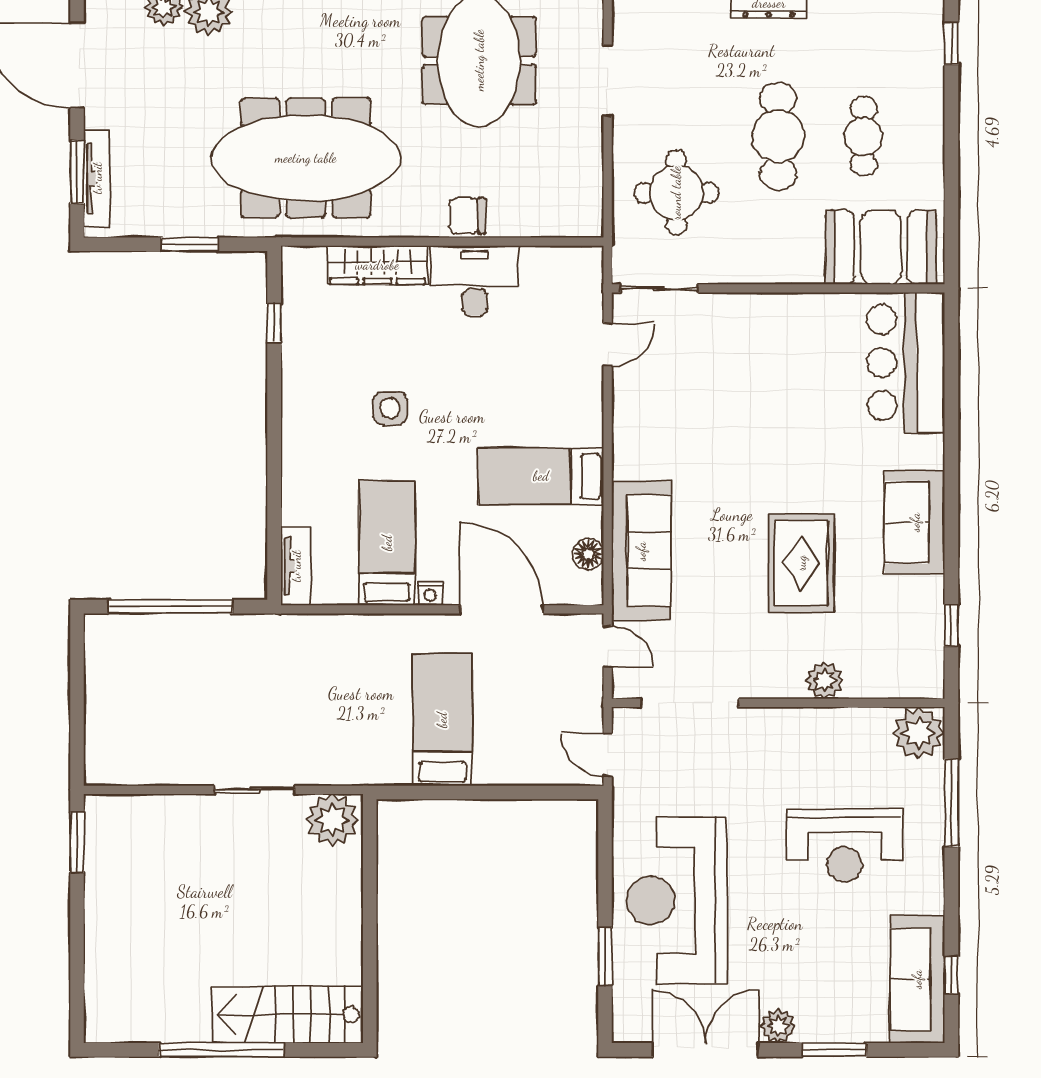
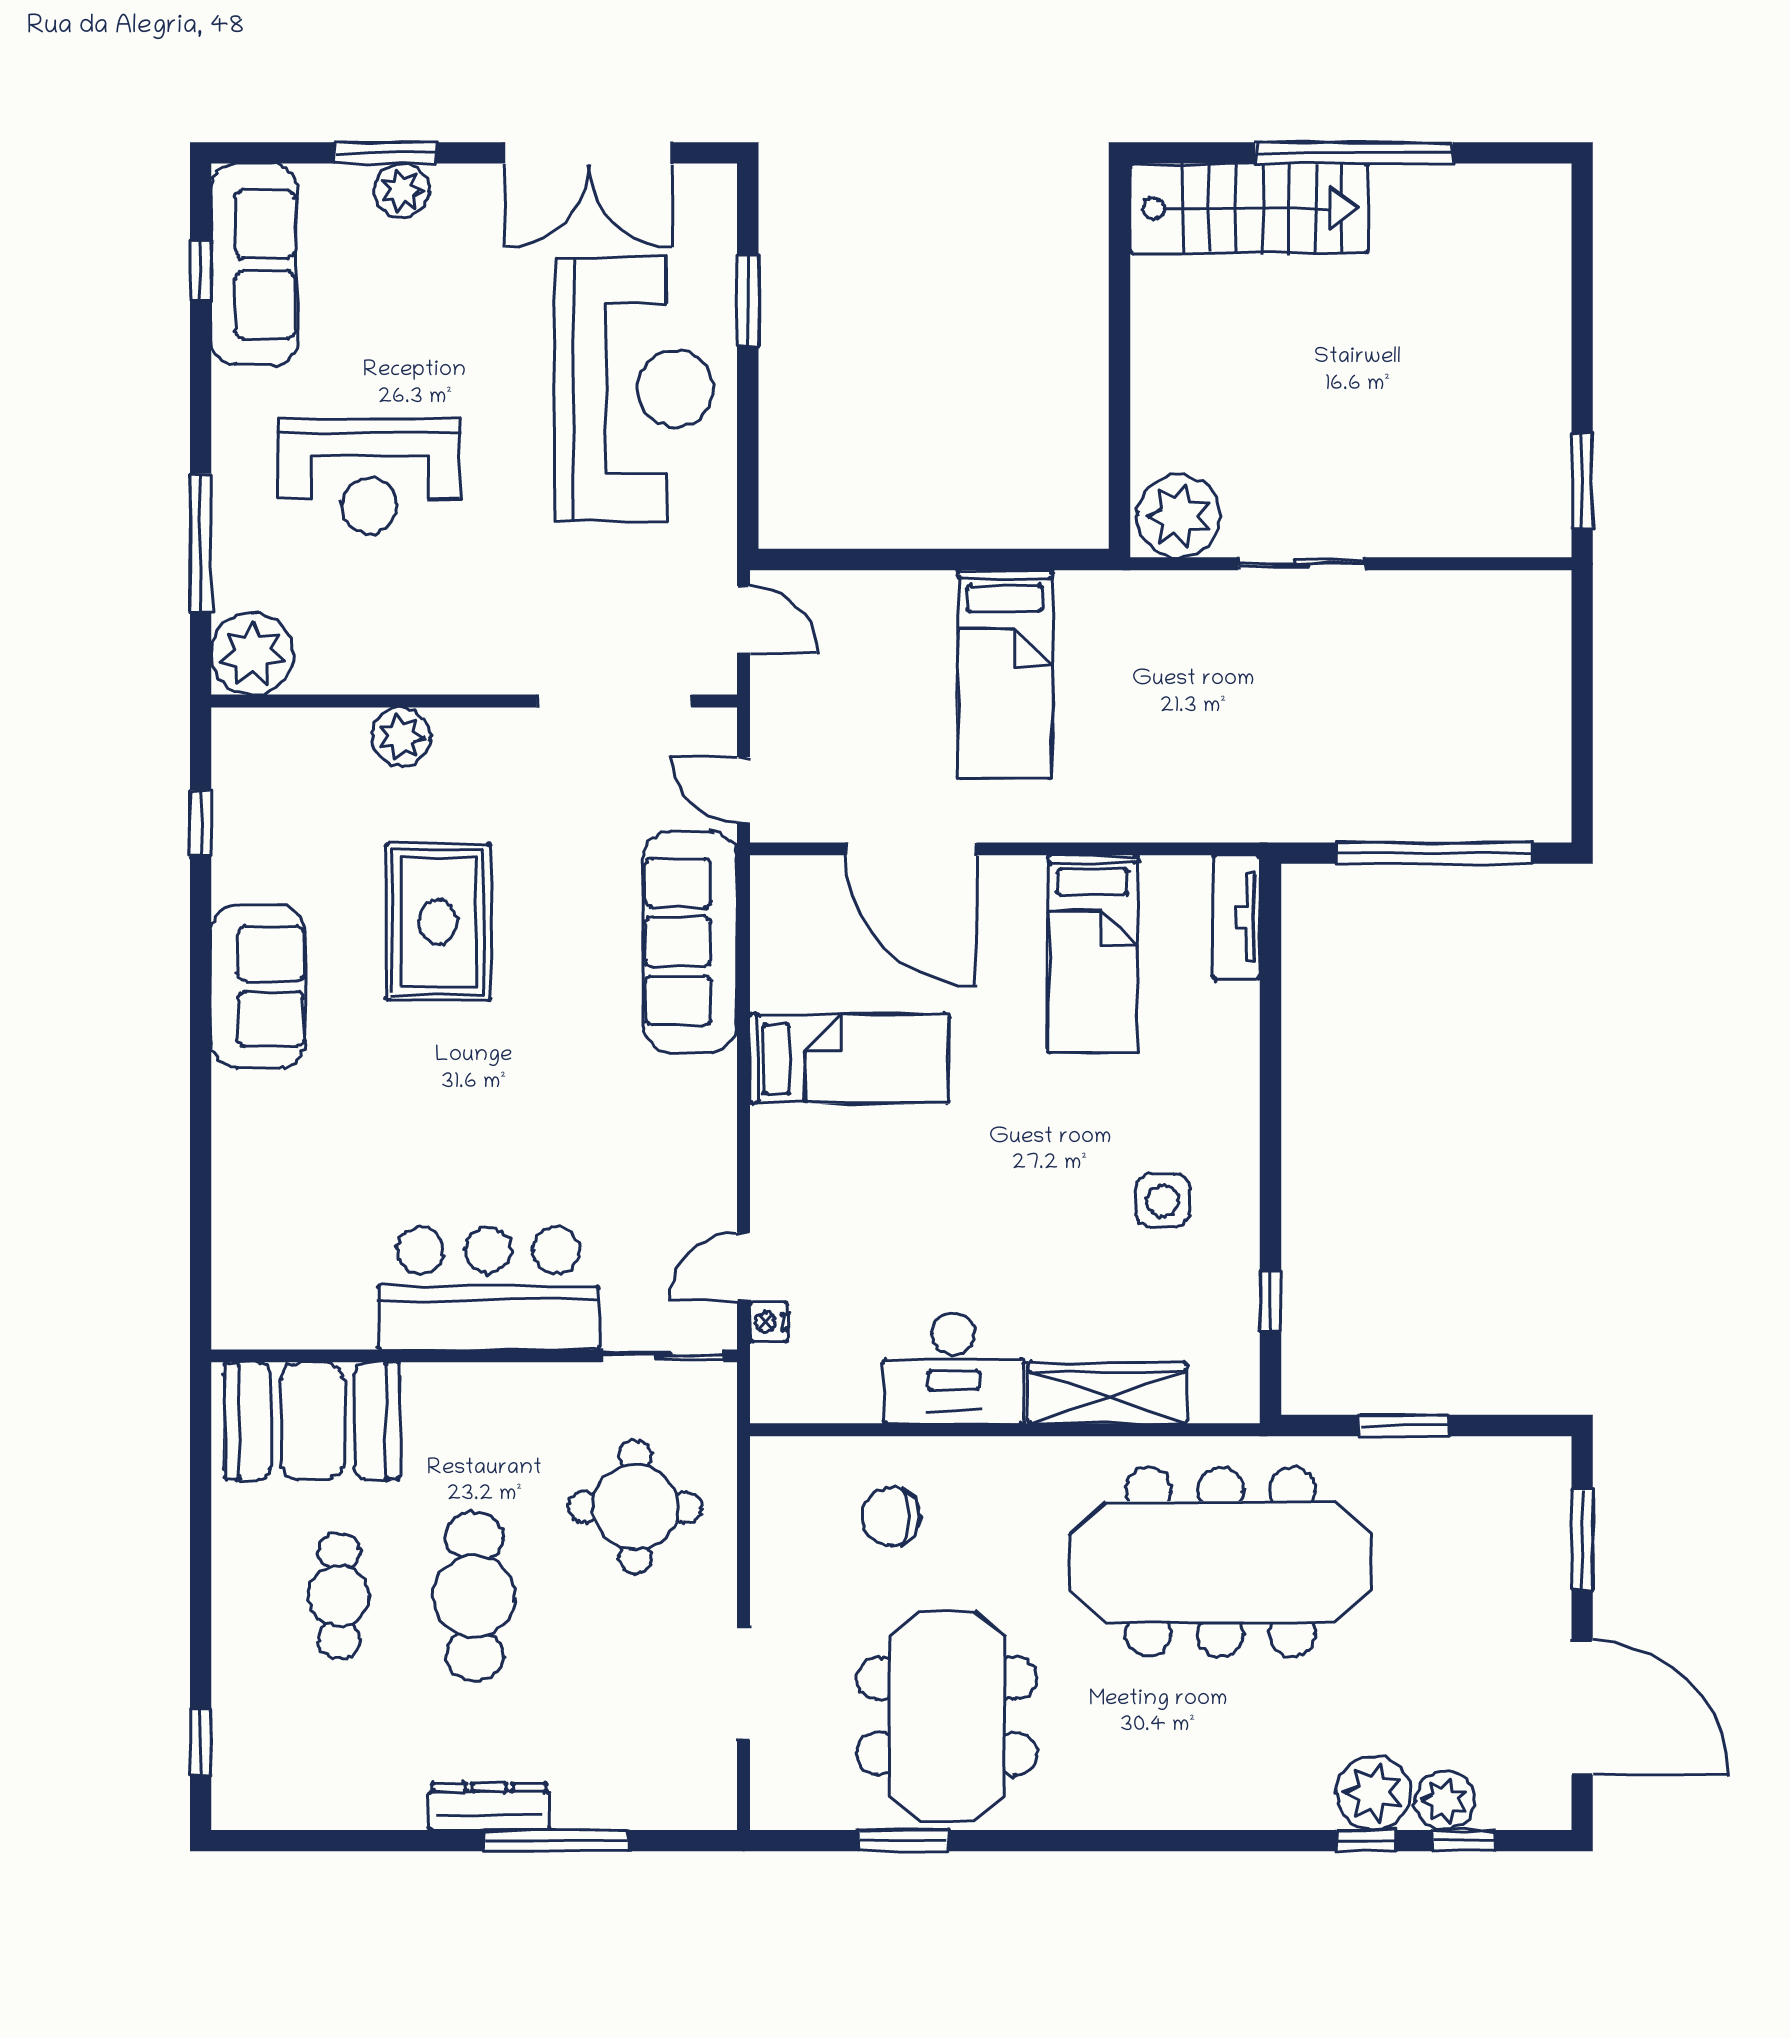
tv unit: (97, 178) -> (1551, 1530), removed
chair: (467, 216) -> (891, 1517), moved, turned 180
bar counter: (906, 362) -> (488, 1288), moved, turned -90
side table: (390, 408) -> (1163, 1201), moved
floor lamp: (588, 554) -> (775, 936), removed
nightstand: (430, 593) -> (769, 1322), moved, turned -90
reception desk: (844, 845) -> (369, 476), turned 180
plant: (778, 1026) -> (401, 191), moved

